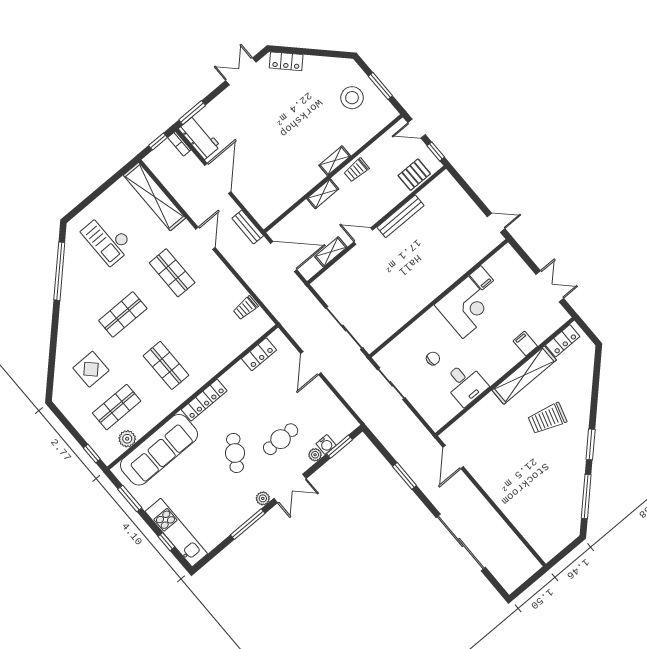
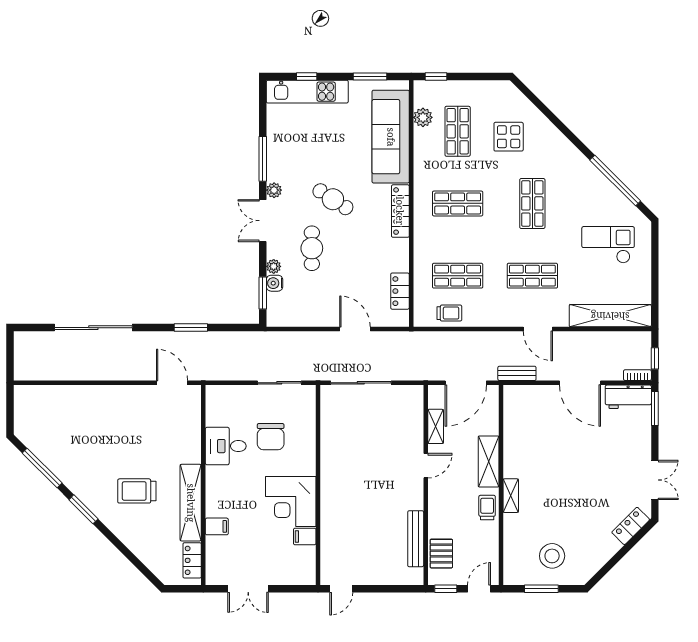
shelving: (323, 194) -> (489, 461), width x1.50, depth x1.33
bench: (400, 216) -> (416, 539), moved
trolley: (245, 308) -> (449, 313), turned 90
shop shelf: (215, 324) -> (458, 276), added
chair: (433, 359) -> (271, 437), width x1.87, depth x1.87
trolley: (547, 419) -> (137, 491), turned -107

